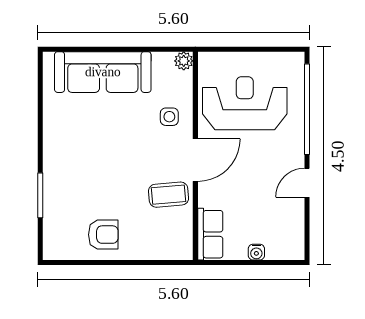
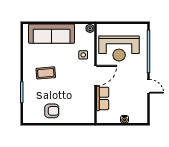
reception desk: (245, 103) -> (119, 48), turned 180
door: (307, 183) -> (149, 86), swing flipped
coffee table: (169, 195) -> (46, 73), moved
row of seats: (210, 234) -> (103, 98), moved

